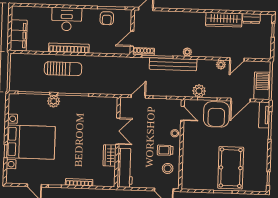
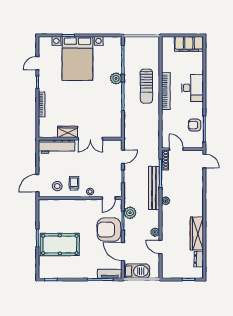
filing cabinet: (19, 35) -> (189, 44), moved
door: (138, 97) -> (123, 157), hinge flipped

